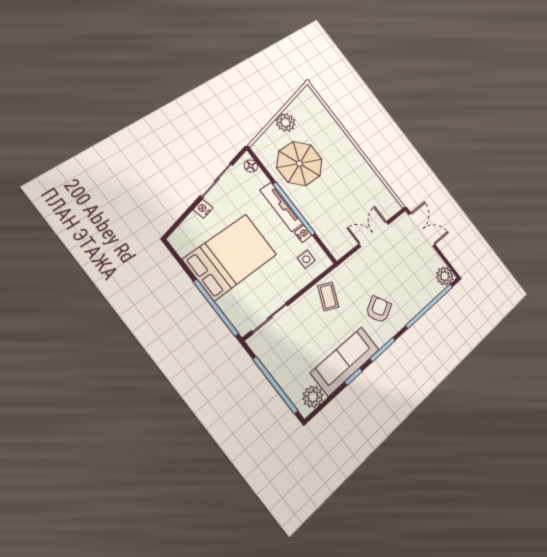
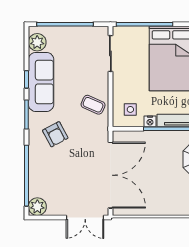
double door: (374, 234) -> (110, 175), width x1.87

